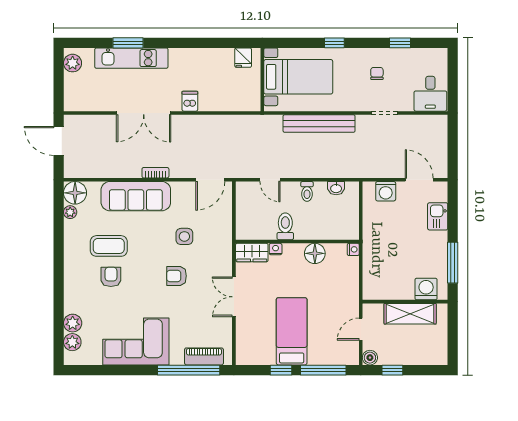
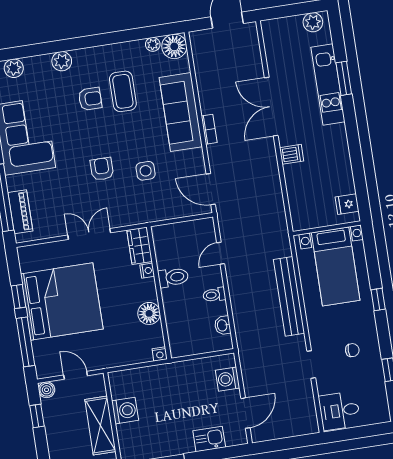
washing machine: (426, 289) -> (125, 411), moved
plant: (73, 323) -> (62, 61), moved
bed: (292, 331) -> (62, 302), width x2.04

